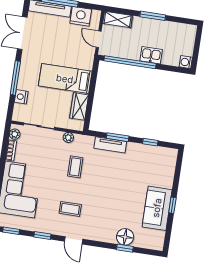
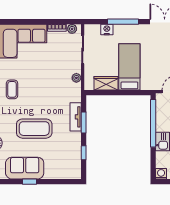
coffee table: (75, 167) -> (34, 129), moved, width x1.86, depth x1.72

